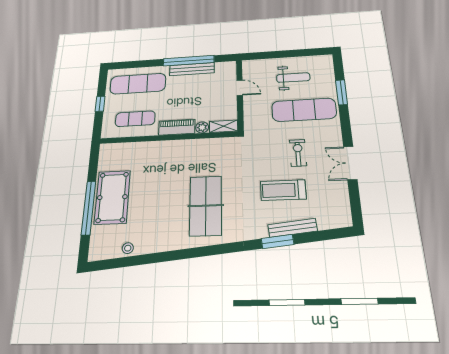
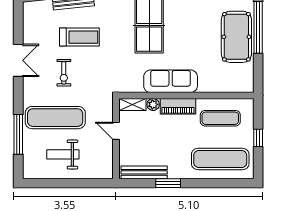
window: (189, 61) -> (168, 183), width x0.47
bench: (192, 69) -> (144, 172), moved
door: (240, 88) -> (116, 131), moved
window: (342, 92) -> (18, 134), width x1.44
sofa: (184, 150) -> (171, 81), added

